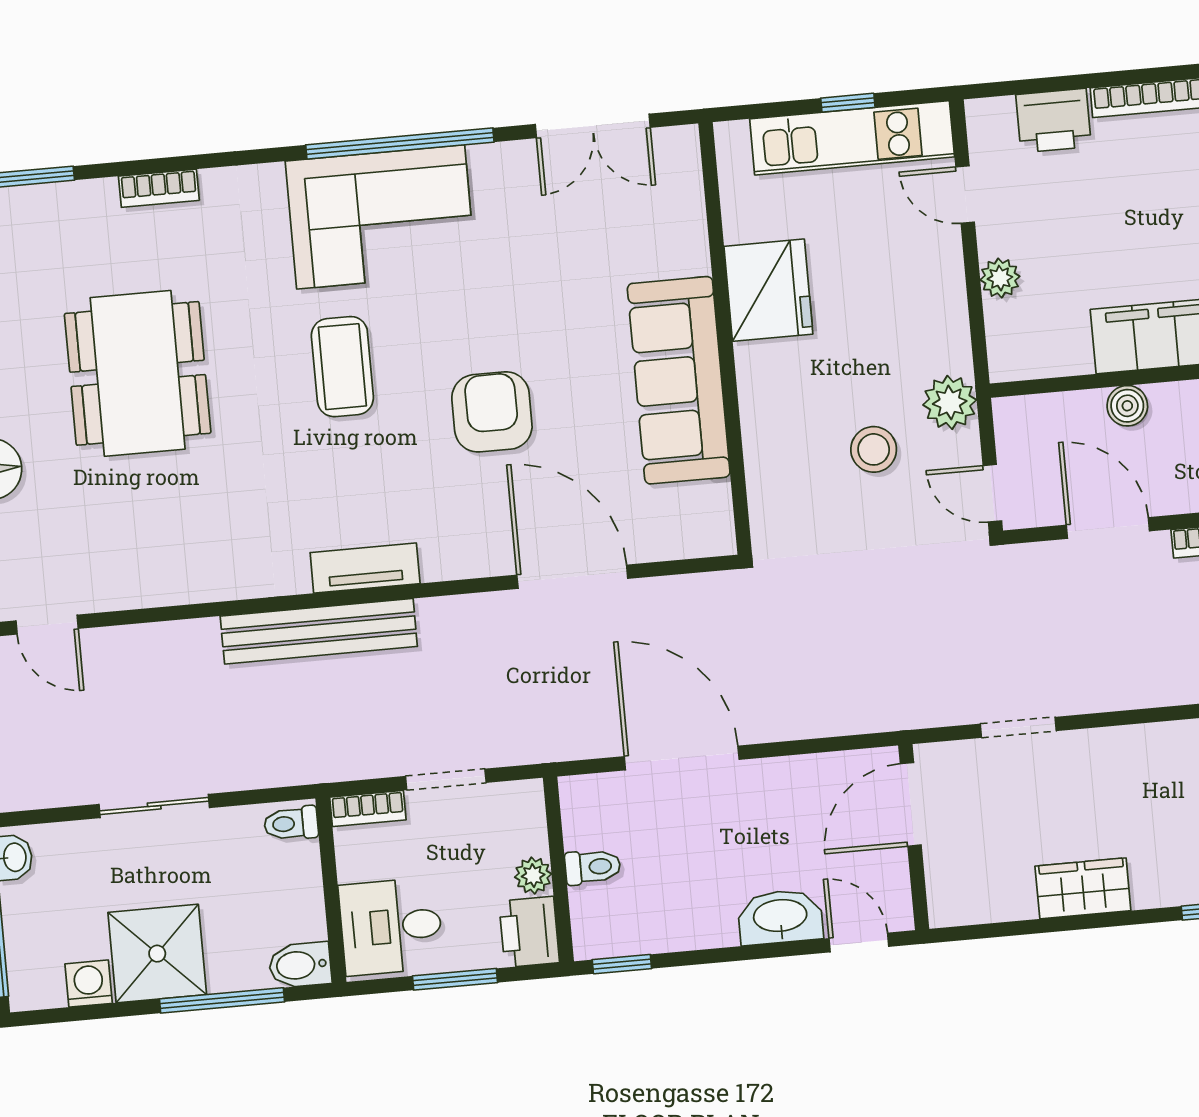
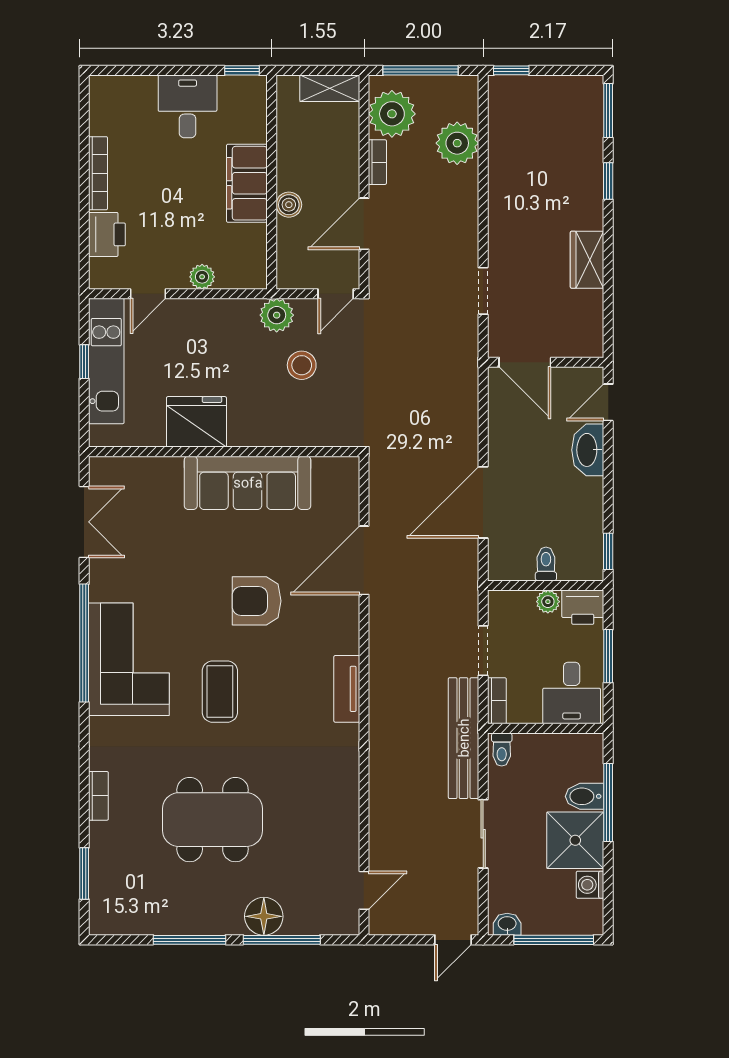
coffee table: (342, 367) -> (220, 692), turned 90
bench: (319, 631) -> (464, 738), moved
bidet: (300, 965) -> (585, 796), moved, turned 90

